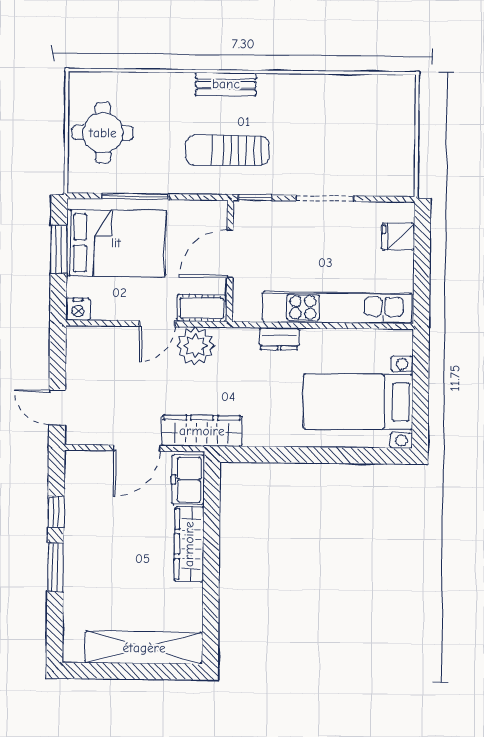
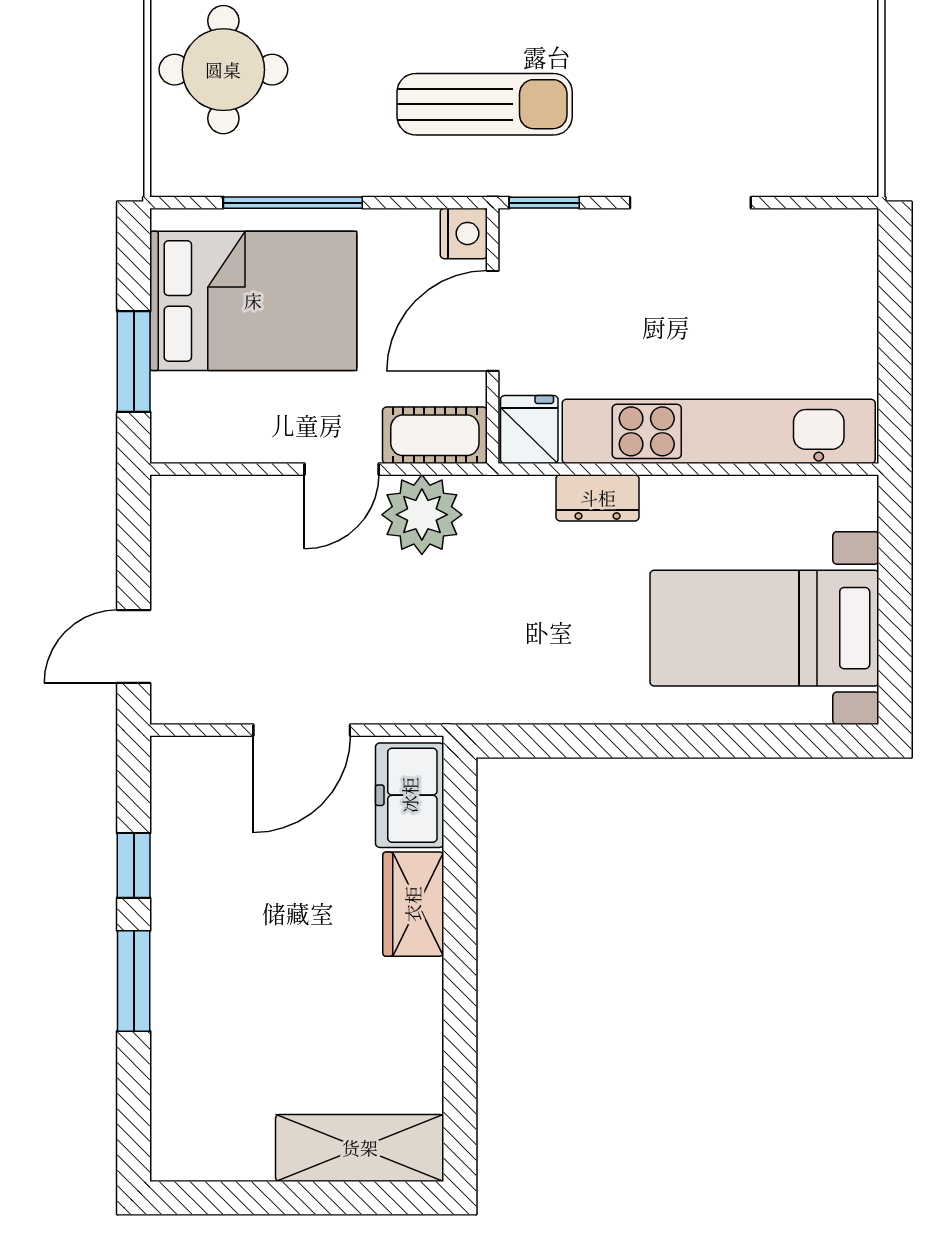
sun lounger: (227, 150) -> (485, 104), turned 180
fridge: (398, 236) -> (529, 430), moved, turned 90
window: (59, 249) -> (134, 362), moved
nightstand: (78, 309) -> (464, 233), moved, turned -90
door: (57, 407) -> (134, 647), hinge flipped
wardrobe: (202, 431) -> (438, 692), removed
wardrobe: (189, 544) -> (413, 904), width x0.67
shelving: (144, 648) -> (360, 1148), width x0.68

